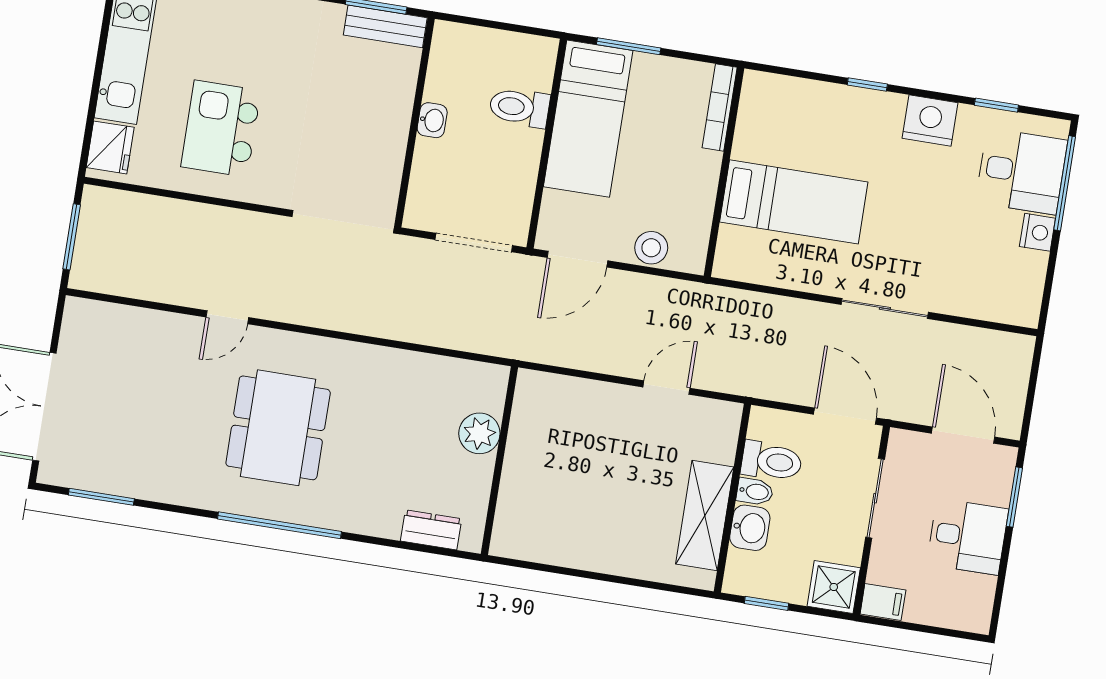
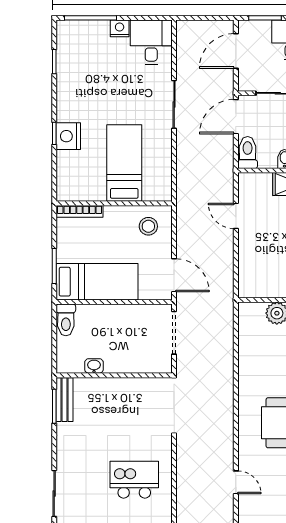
toilet: (519, 107) -> (66, 320), moved
washbasin: (432, 120) -> (94, 366), moved
nightstand: (930, 121) -> (68, 136), moved
kitchen island: (221, 129) -> (134, 480), turned 180
desk: (1021, 171) -> (151, 42), moved
stool: (651, 248) -> (148, 226), moved
door: (227, 317) -> (236, 482), moved
toilet: (772, 461) -> (248, 153), moved

